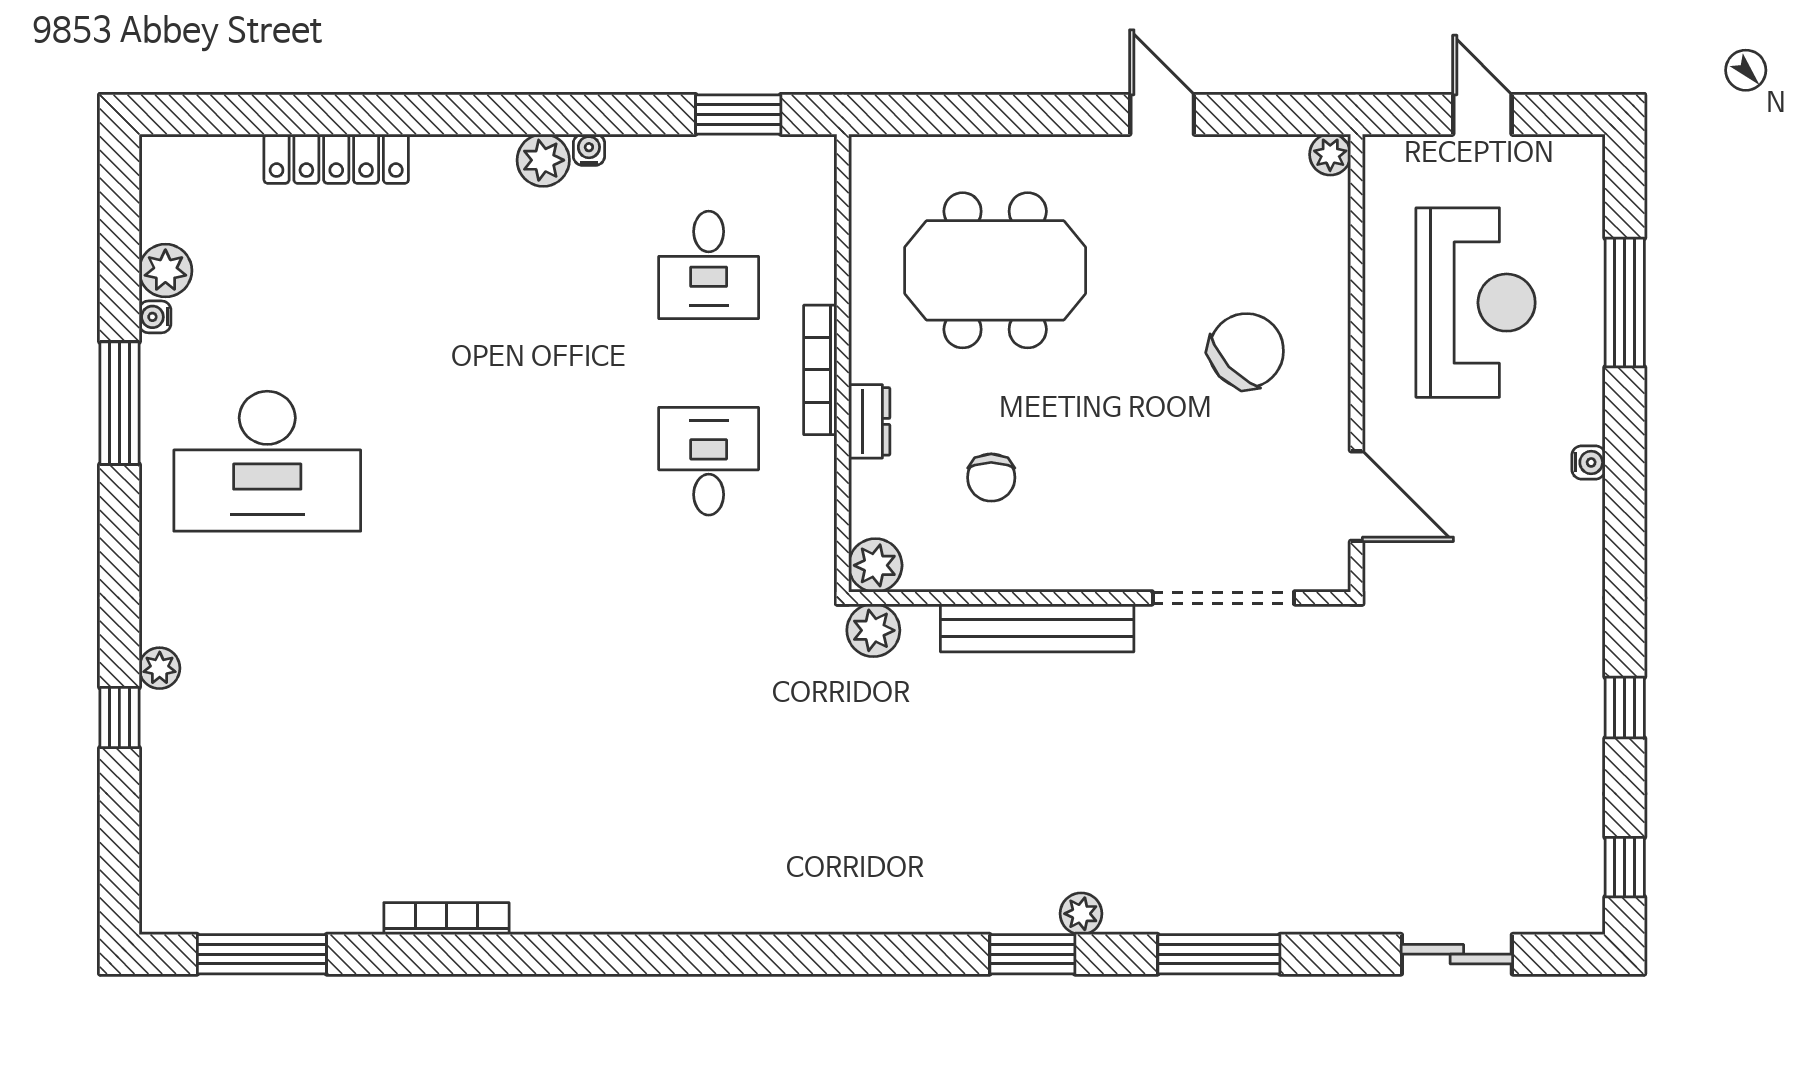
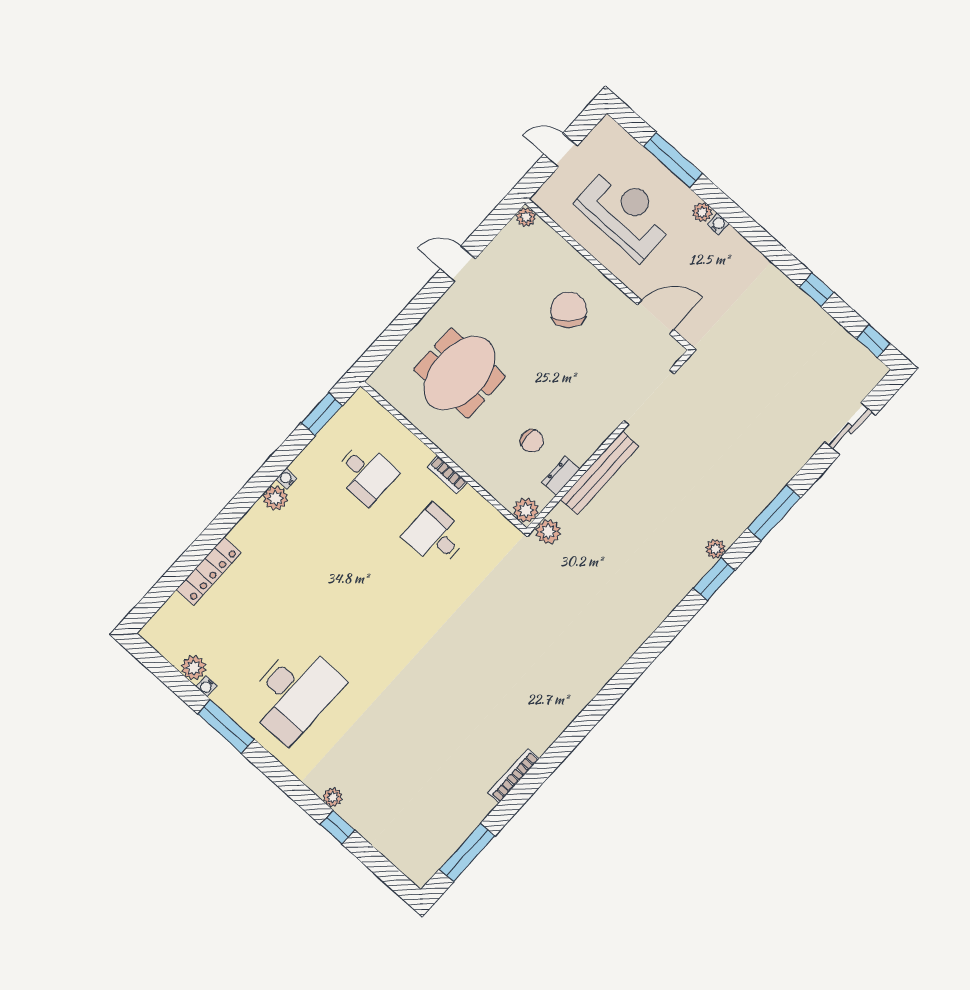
bookcase: (820, 370) -> (447, 475), width x0.64
dresser: (869, 421) -> (561, 476), moved, turned -90
plant: (1585, 422) -> (702, 212), added

